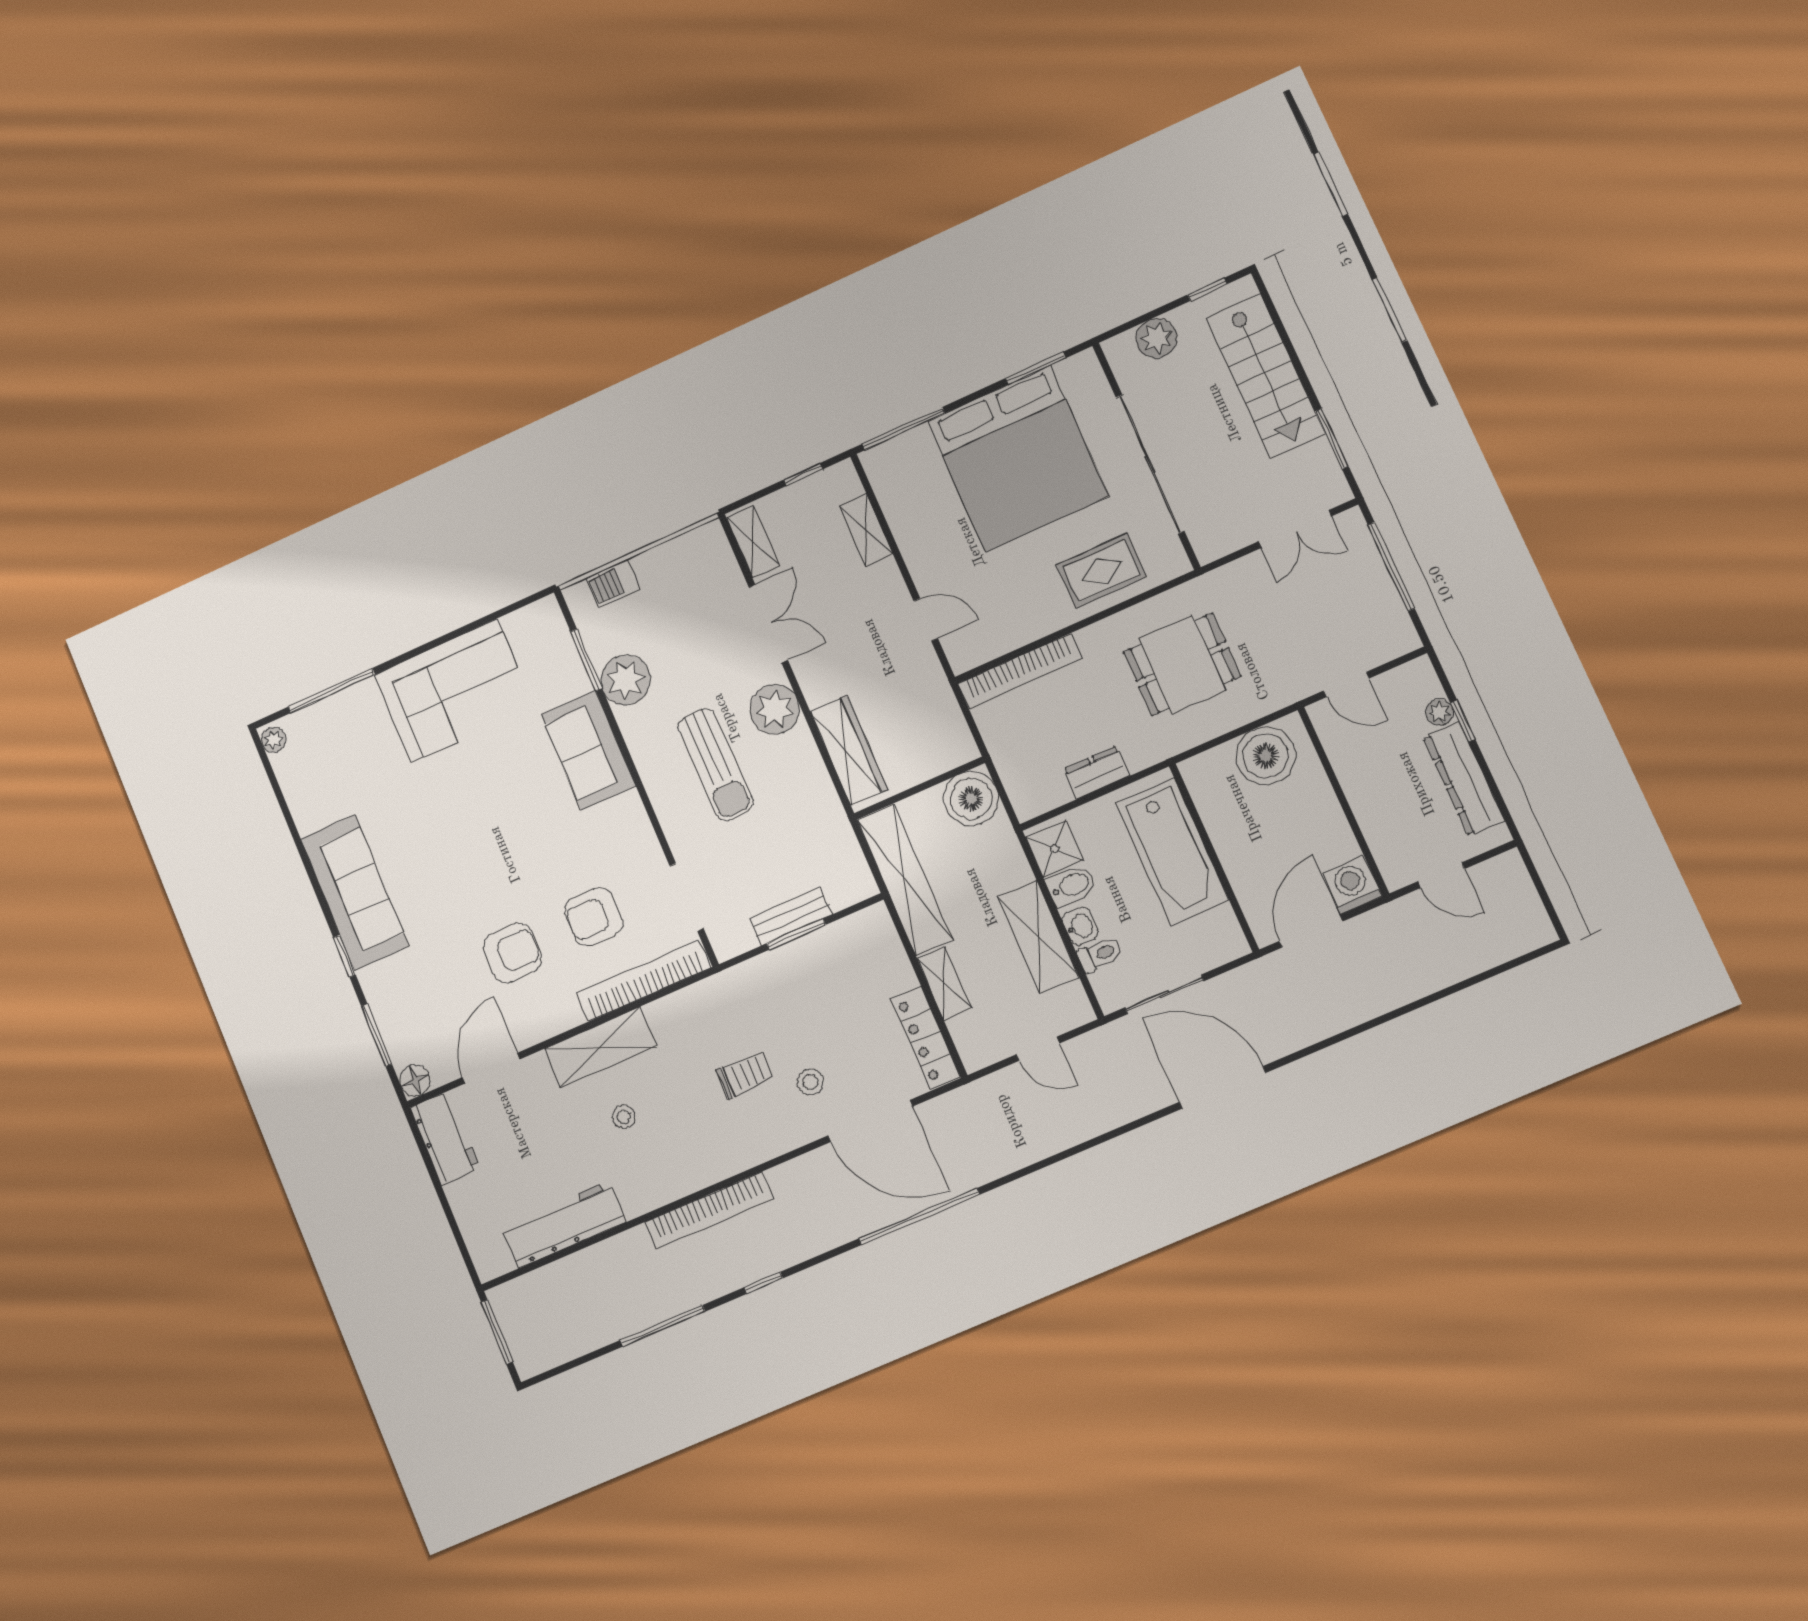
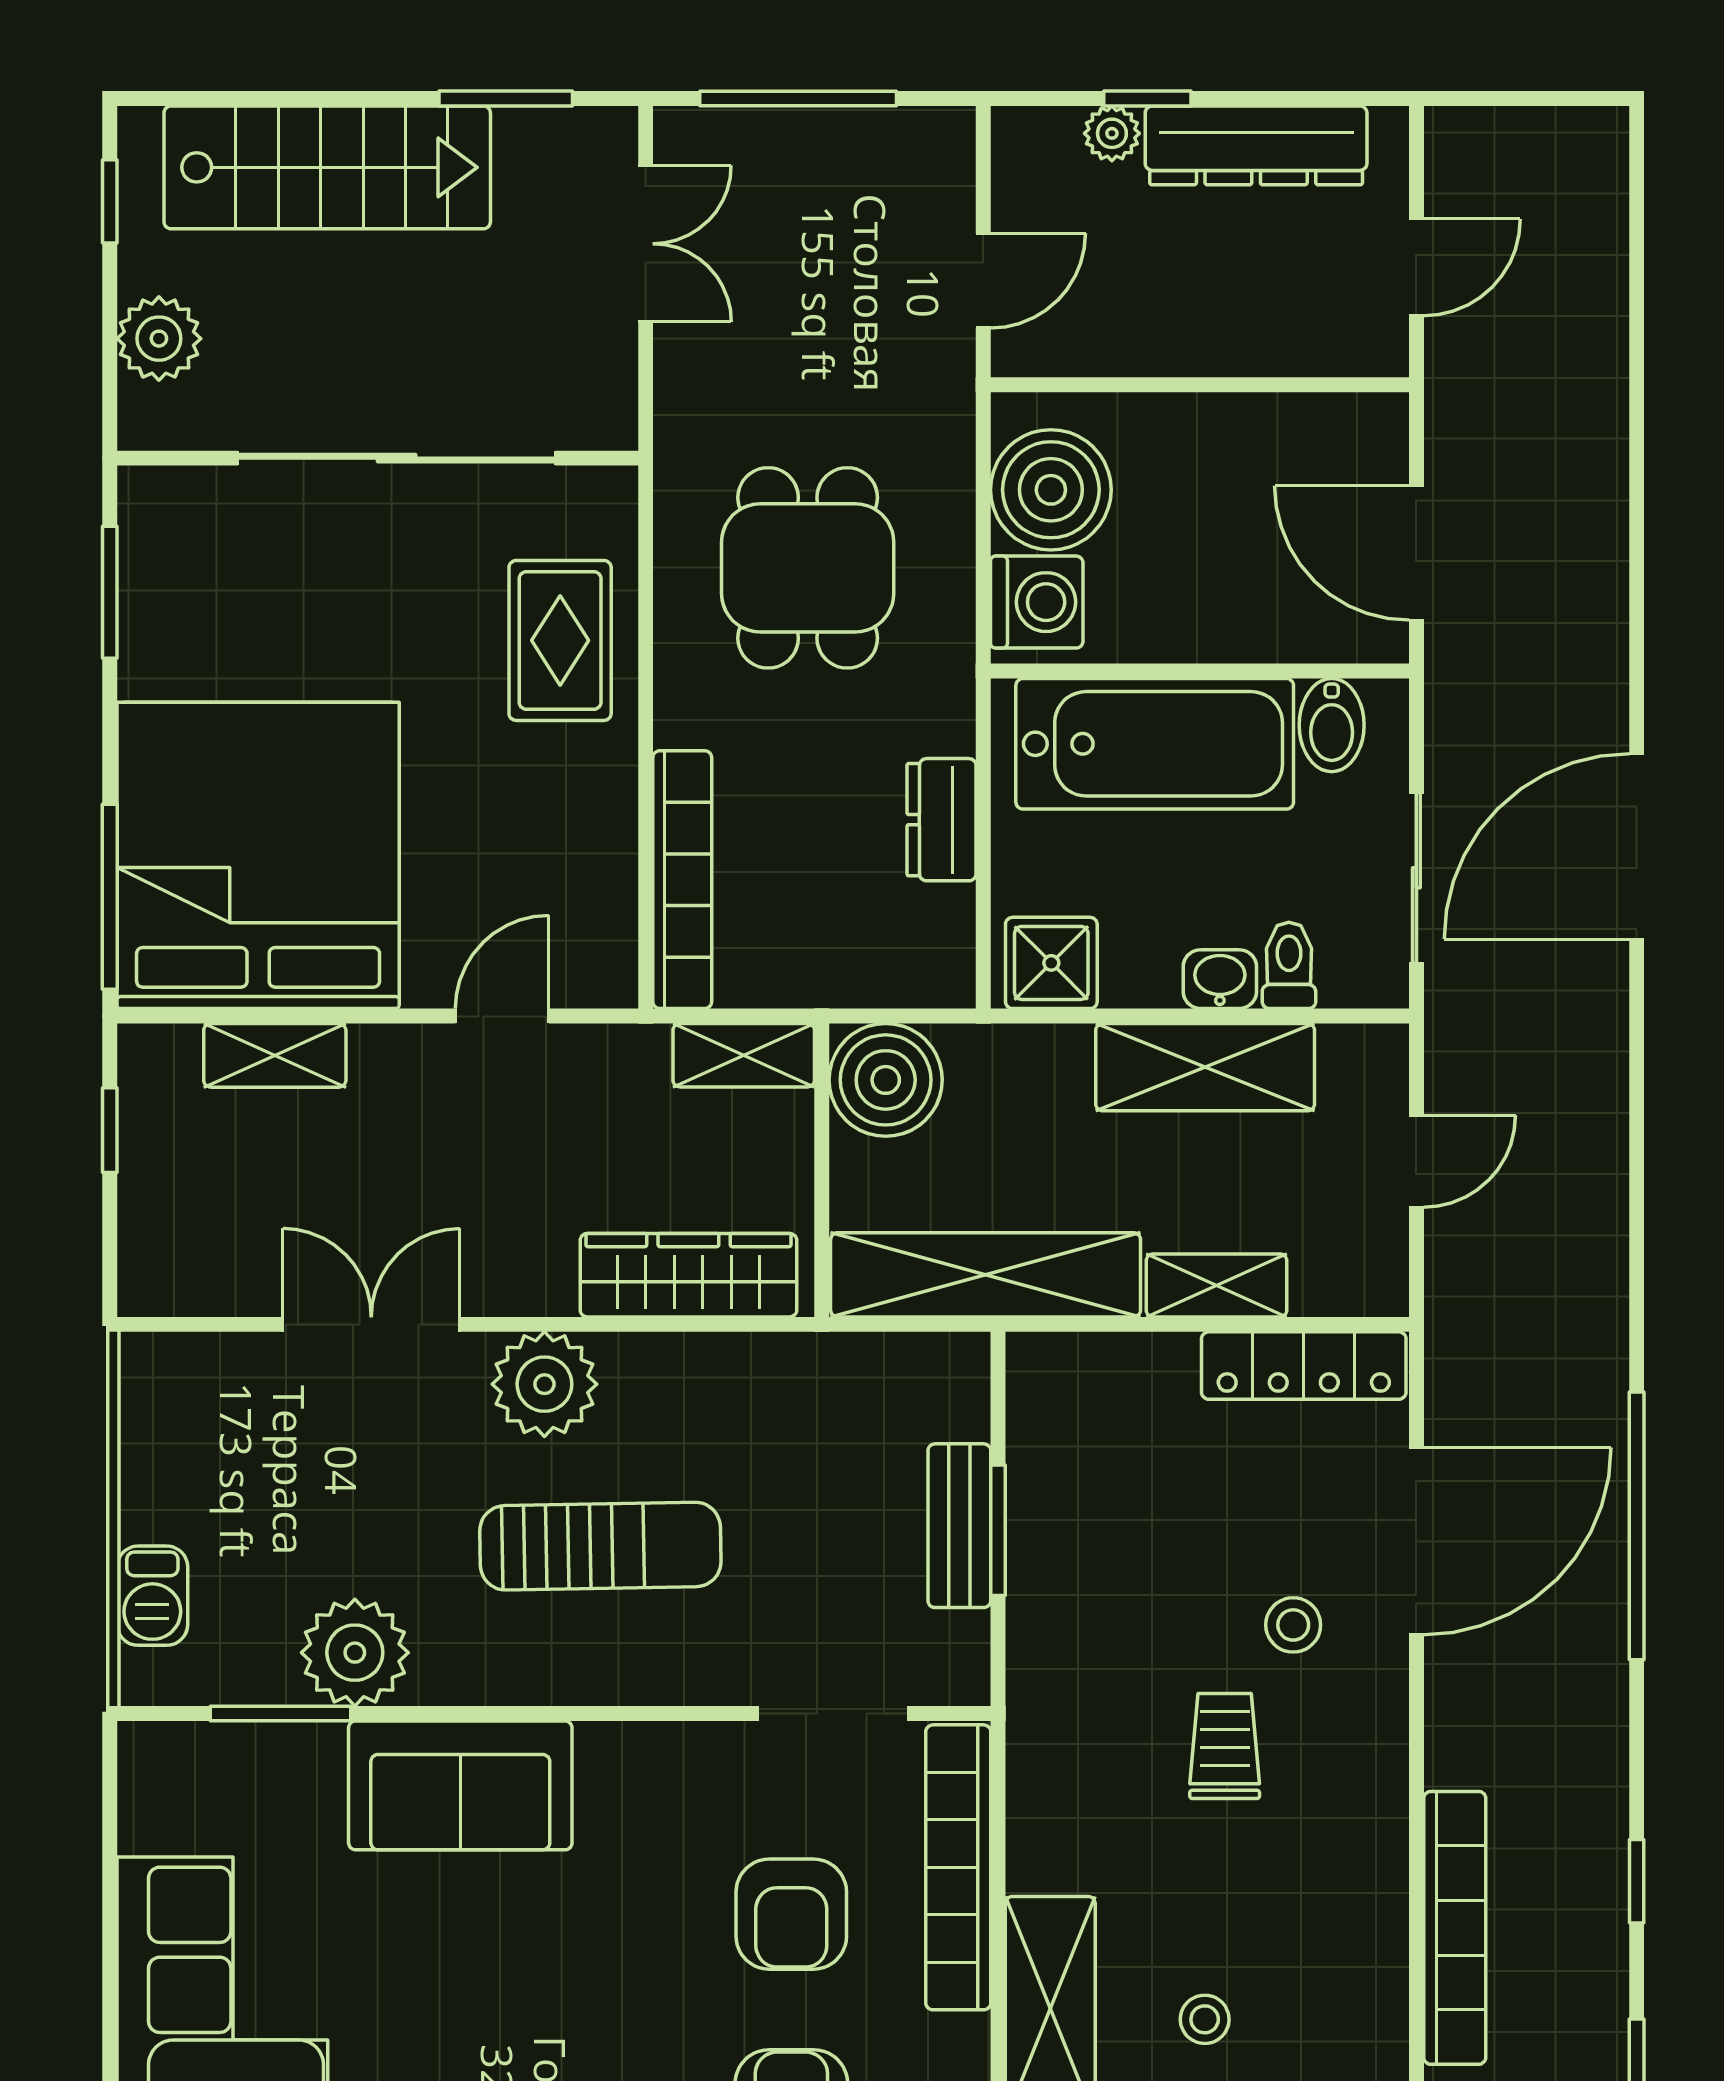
bed: (1018, 459) -> (258, 855), moved, turned -90
shelving: (753, 542) -> (744, 1055), moved
bidet: (1071, 885) -> (1332, 725), moved, turned 180
washing machine: (1352, 885) -> (1037, 602), moved, turned 180

